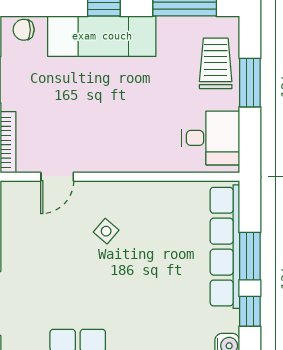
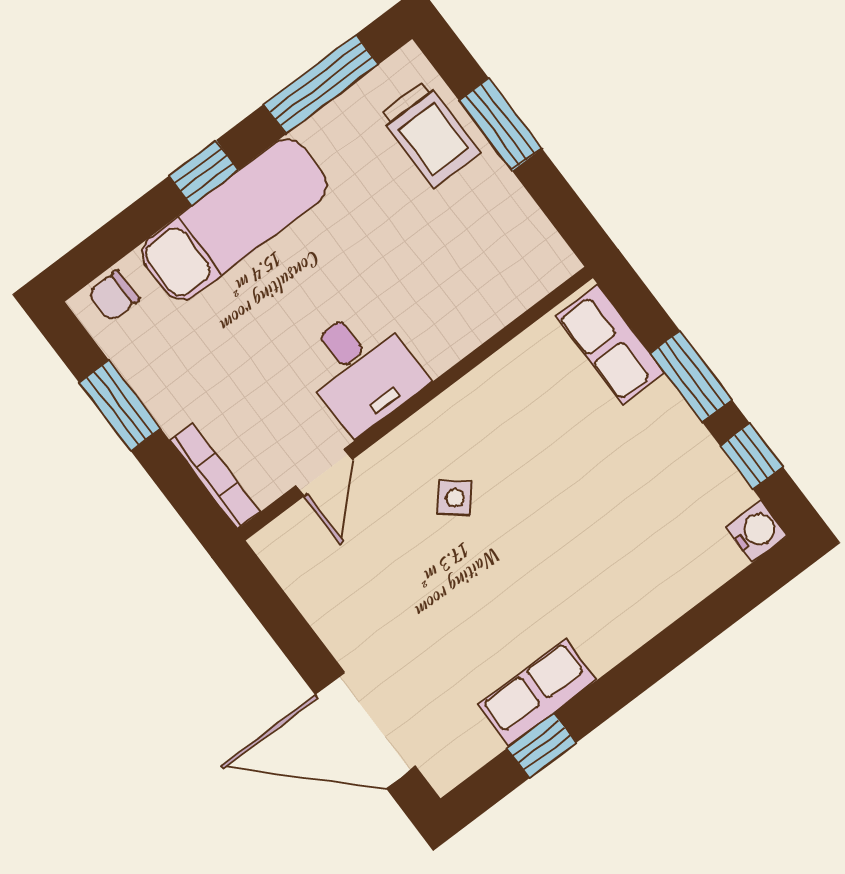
trolley: (216, 63) -> (430, 134), turned 180
desk: (211, 138) -> (361, 369), moved, turned 90
row of seats: (225, 247) -> (610, 345), width x0.50

